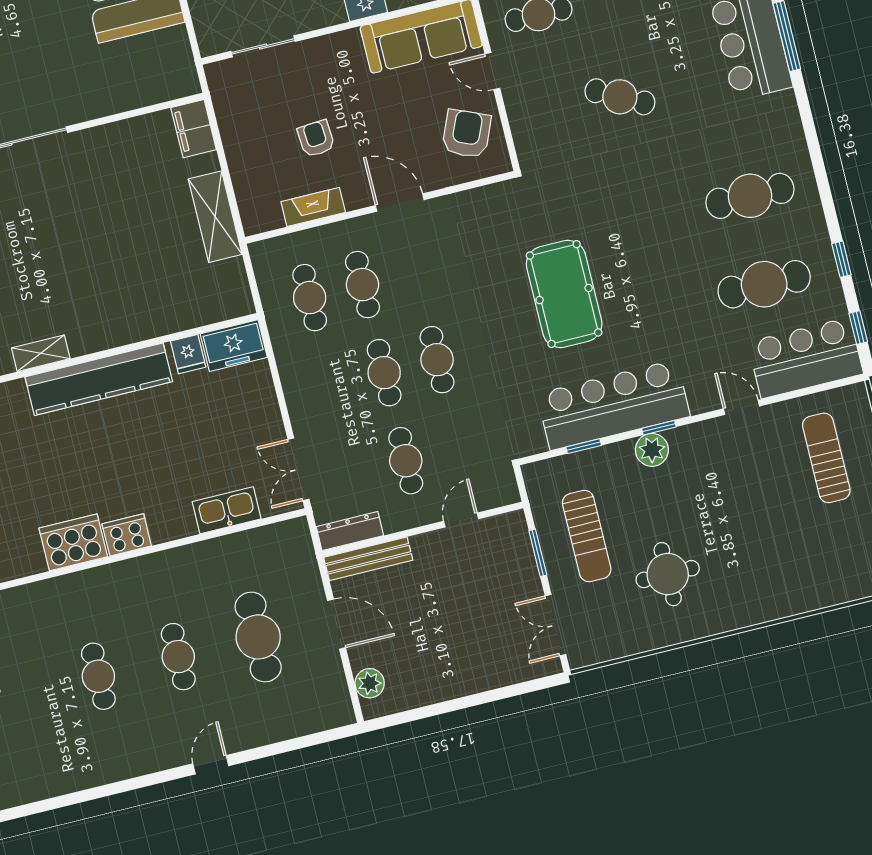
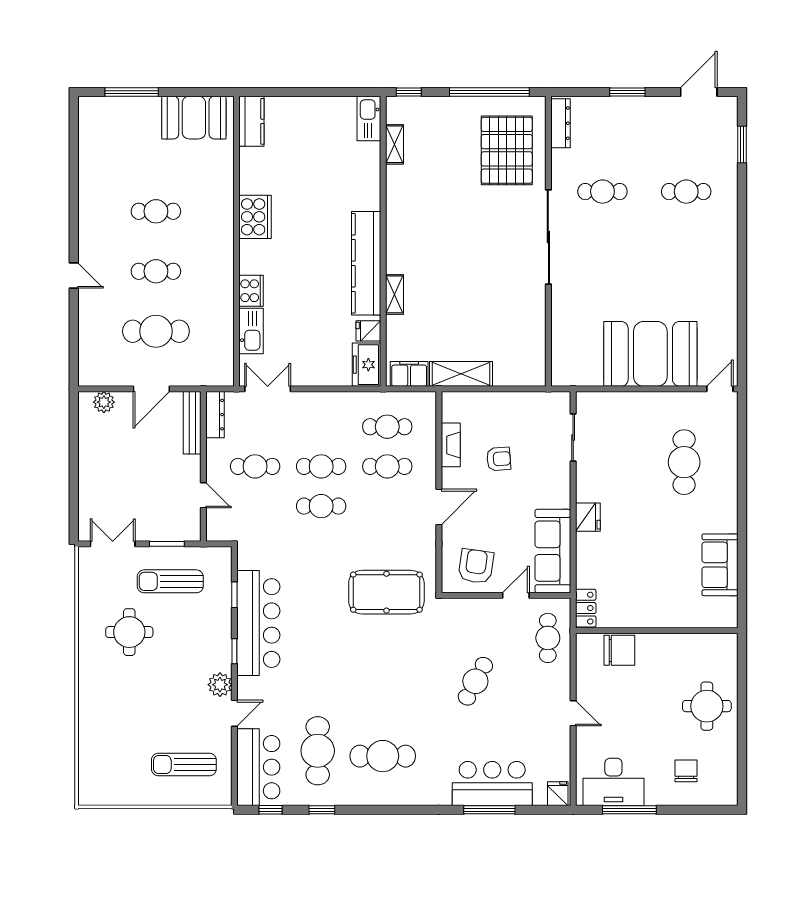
filing cabinet: (194, 129) -> (409, 374), moved
armchair: (467, 134) -> (476, 566), turned -105
cafe table: (750, 196) -> (383, 756), turned 90
pool table: (564, 294) -> (386, 592), moved
shelving: (41, 353) -> (395, 294), moved
plant: (652, 450) -> (220, 685), moved
sun lounger: (826, 458) -> (184, 765), turned 180
cooker: (127, 535) -> (251, 291), moved

